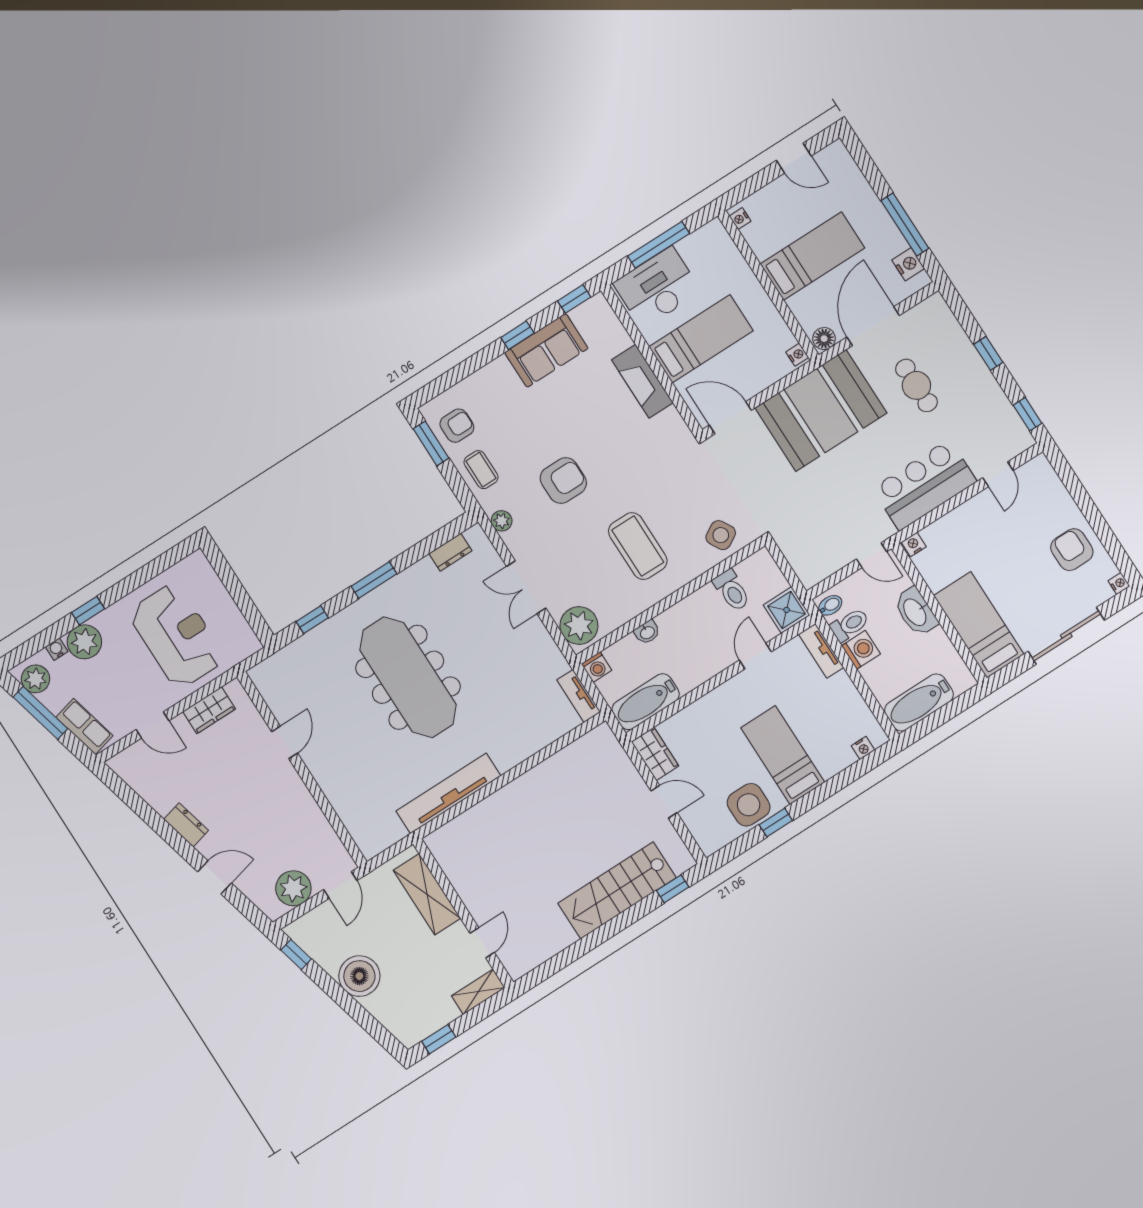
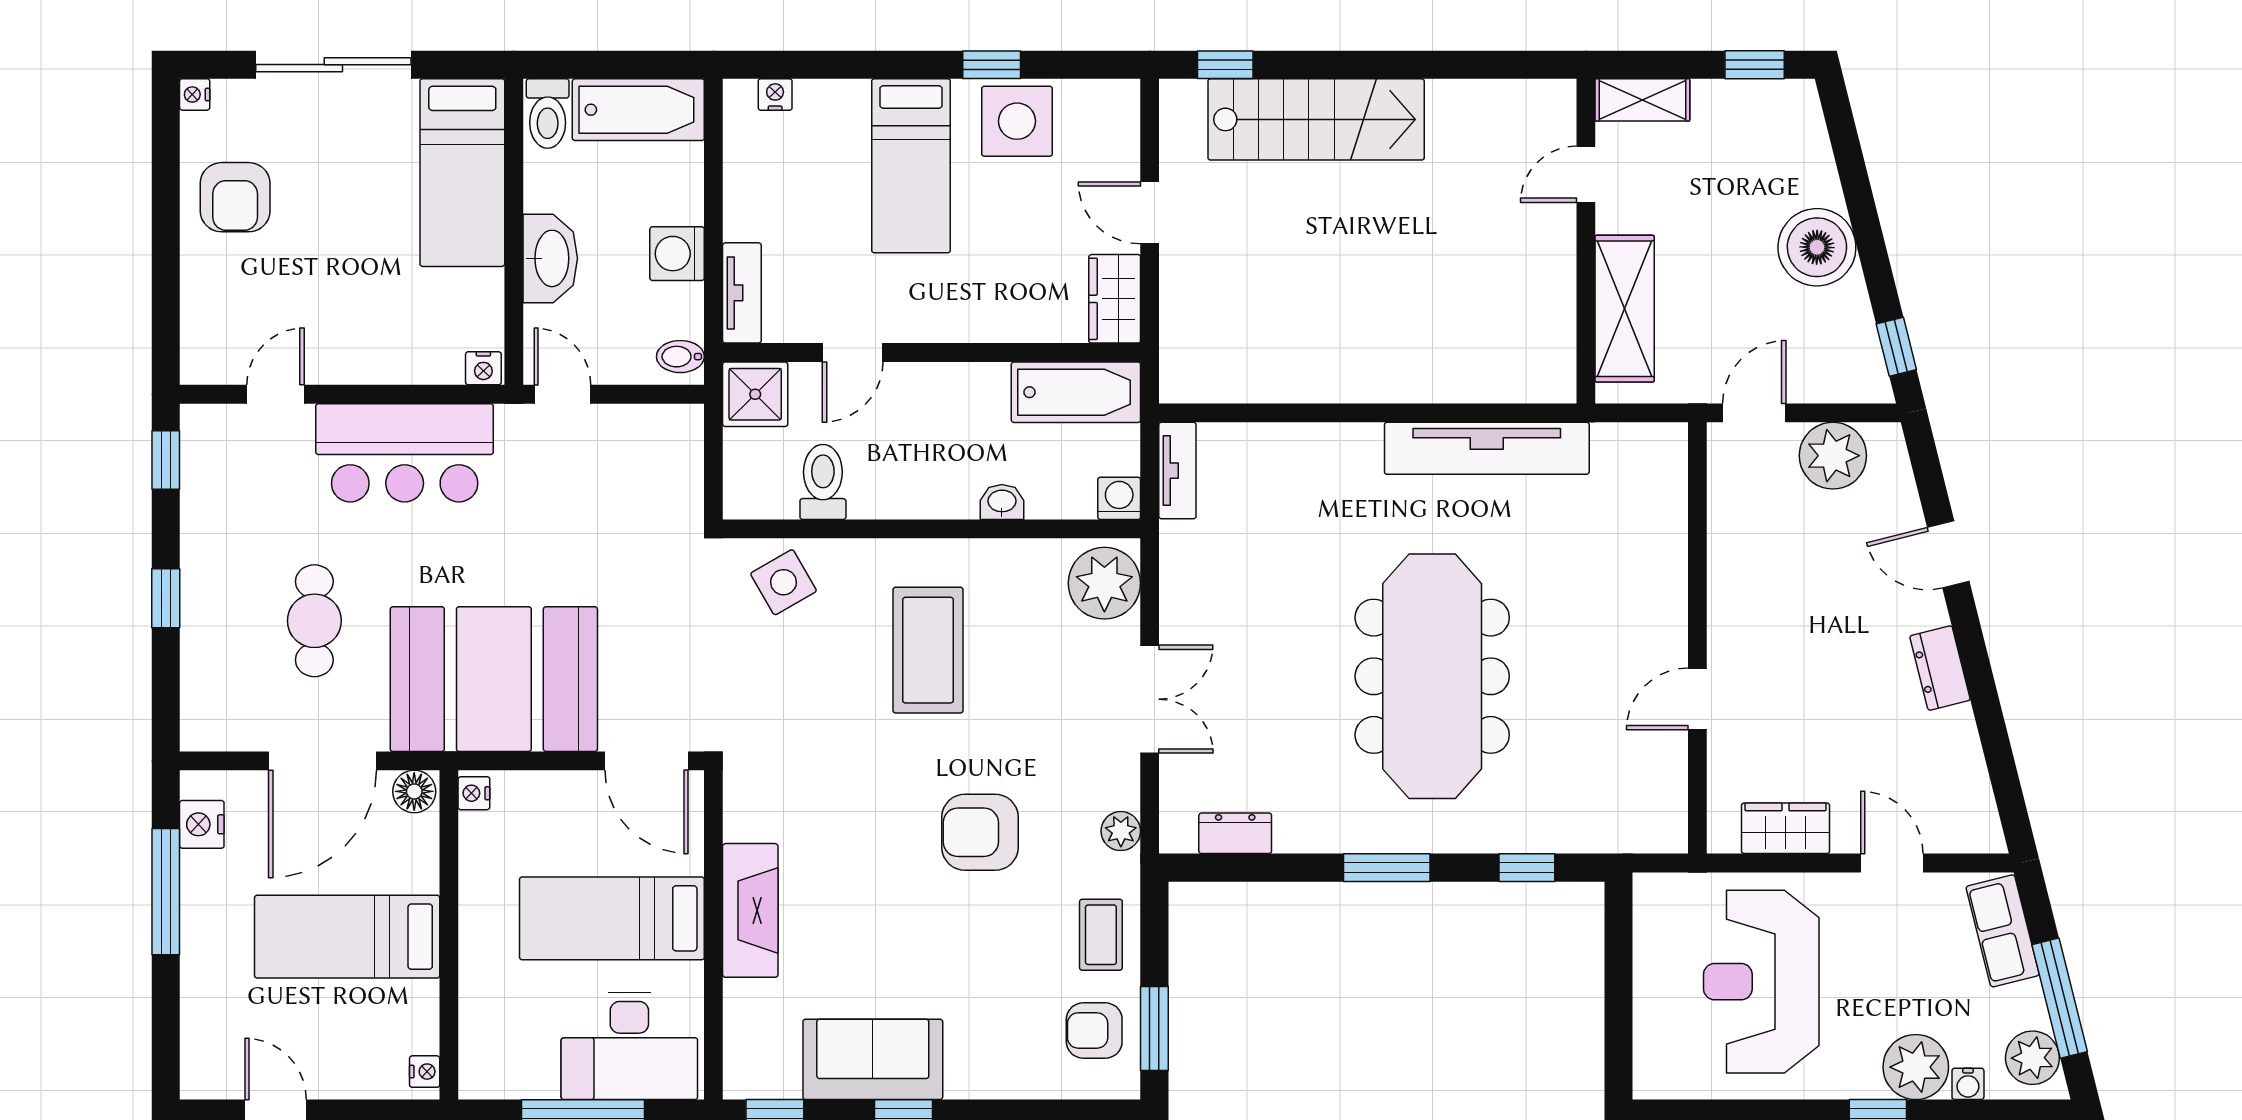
toilet: (850, 625) -> (548, 113), moved, turned -90

